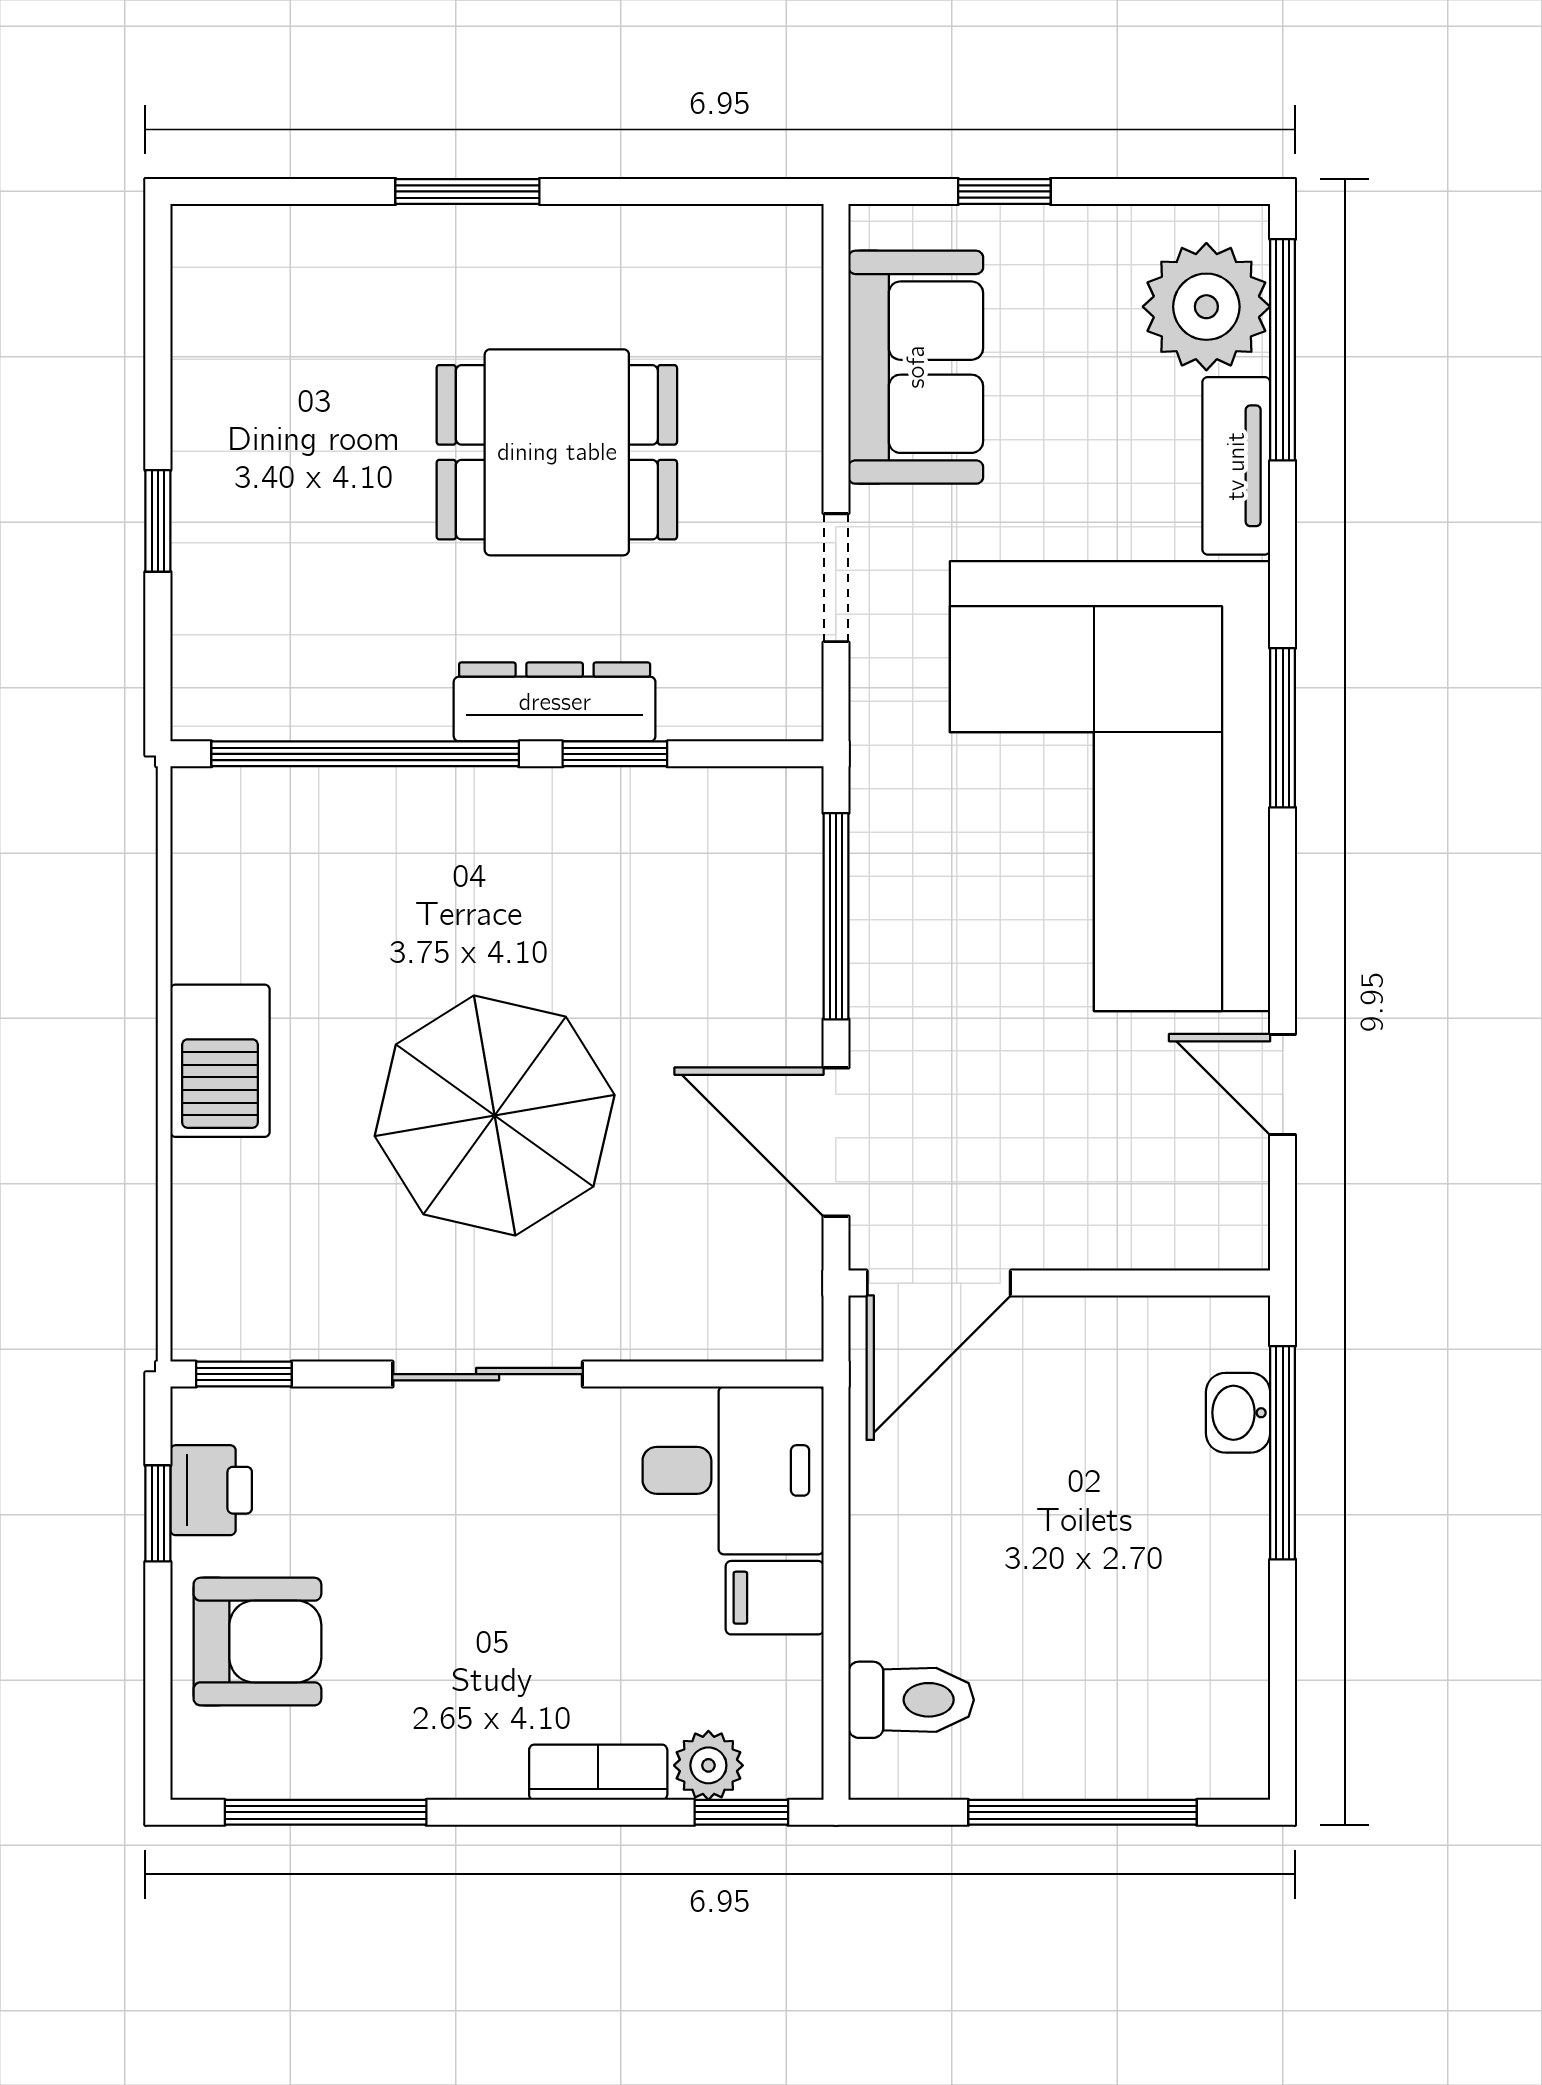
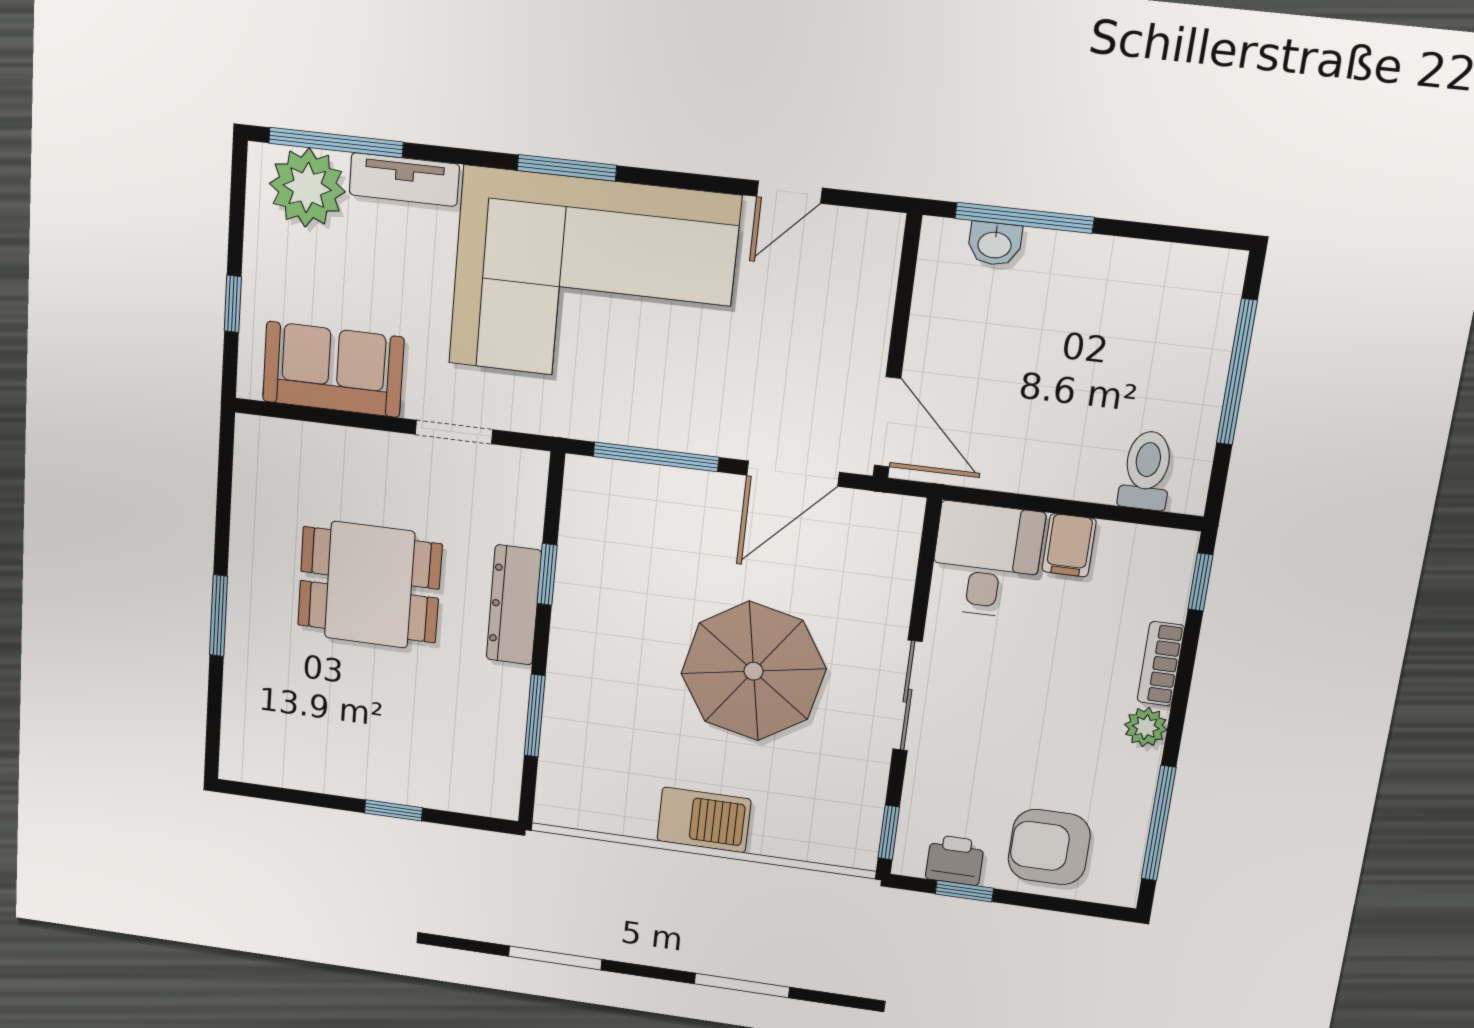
dining table: (557, 452) -> (369, 585), turned 90
window: (365, 754) -> (535, 716), width x0.47
armchair: (257, 1642) -> (1049, 847), turned -90
plant: (708, 1765) -> (1146, 727), moved

